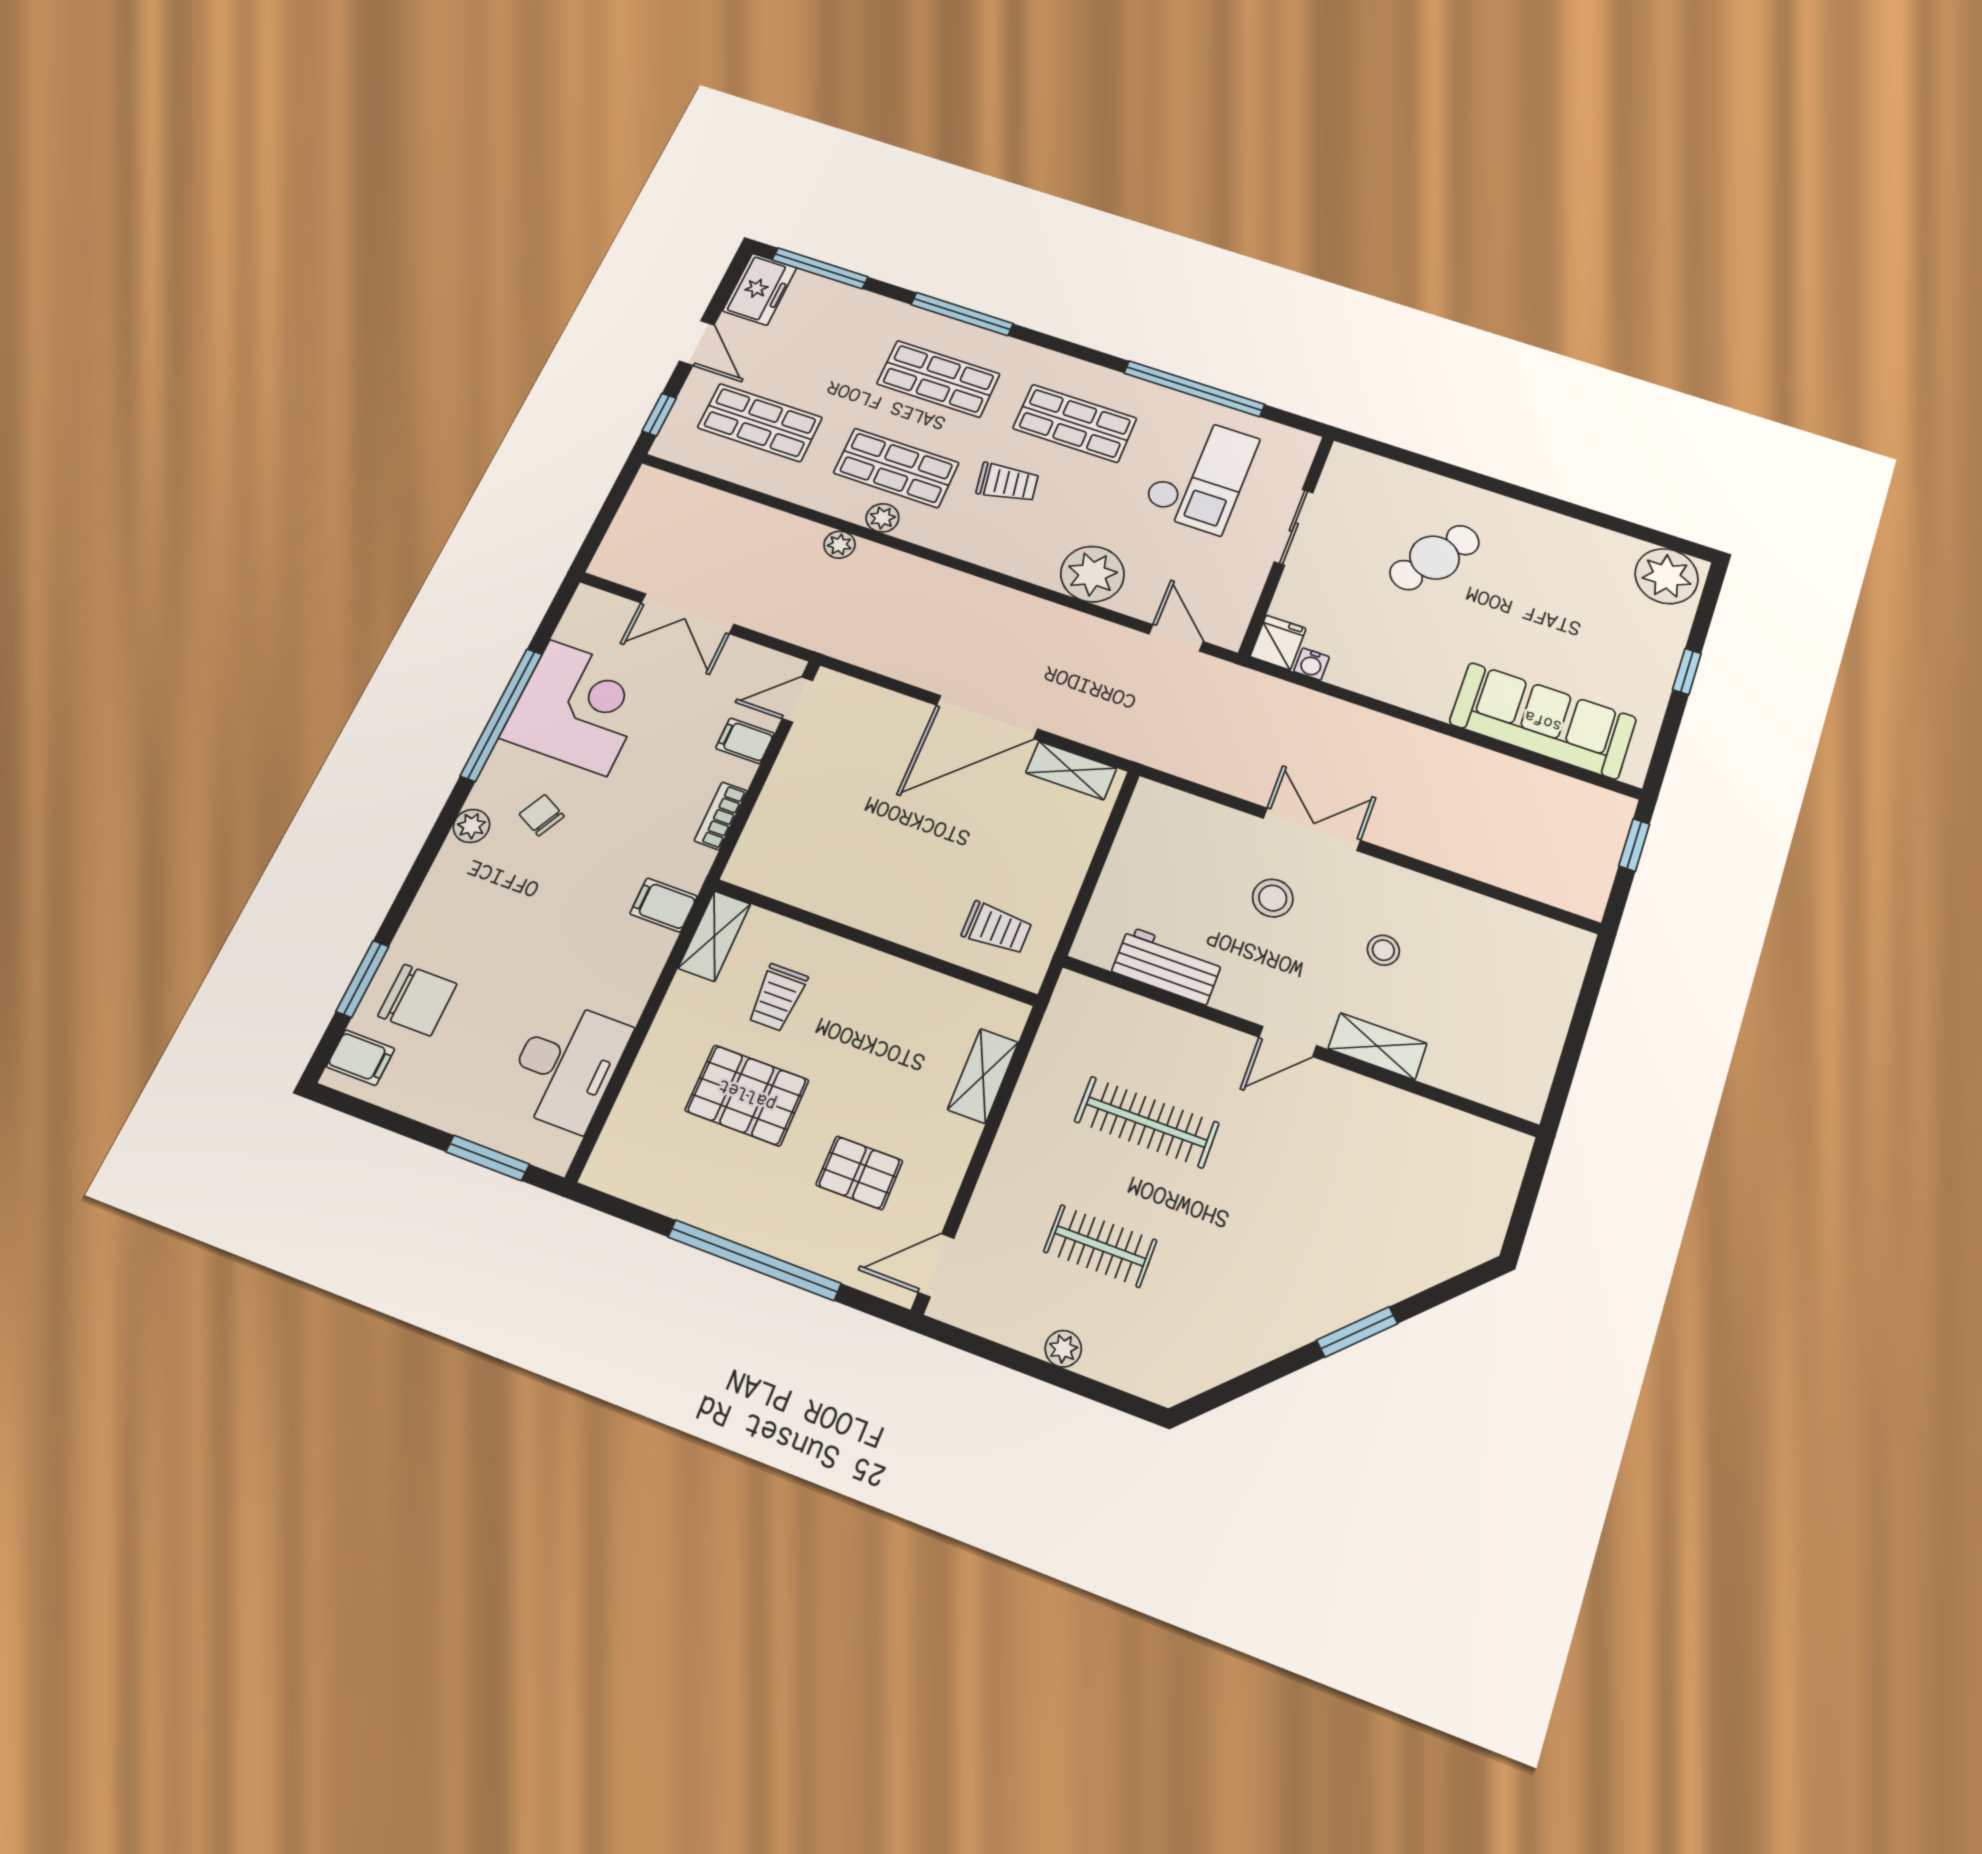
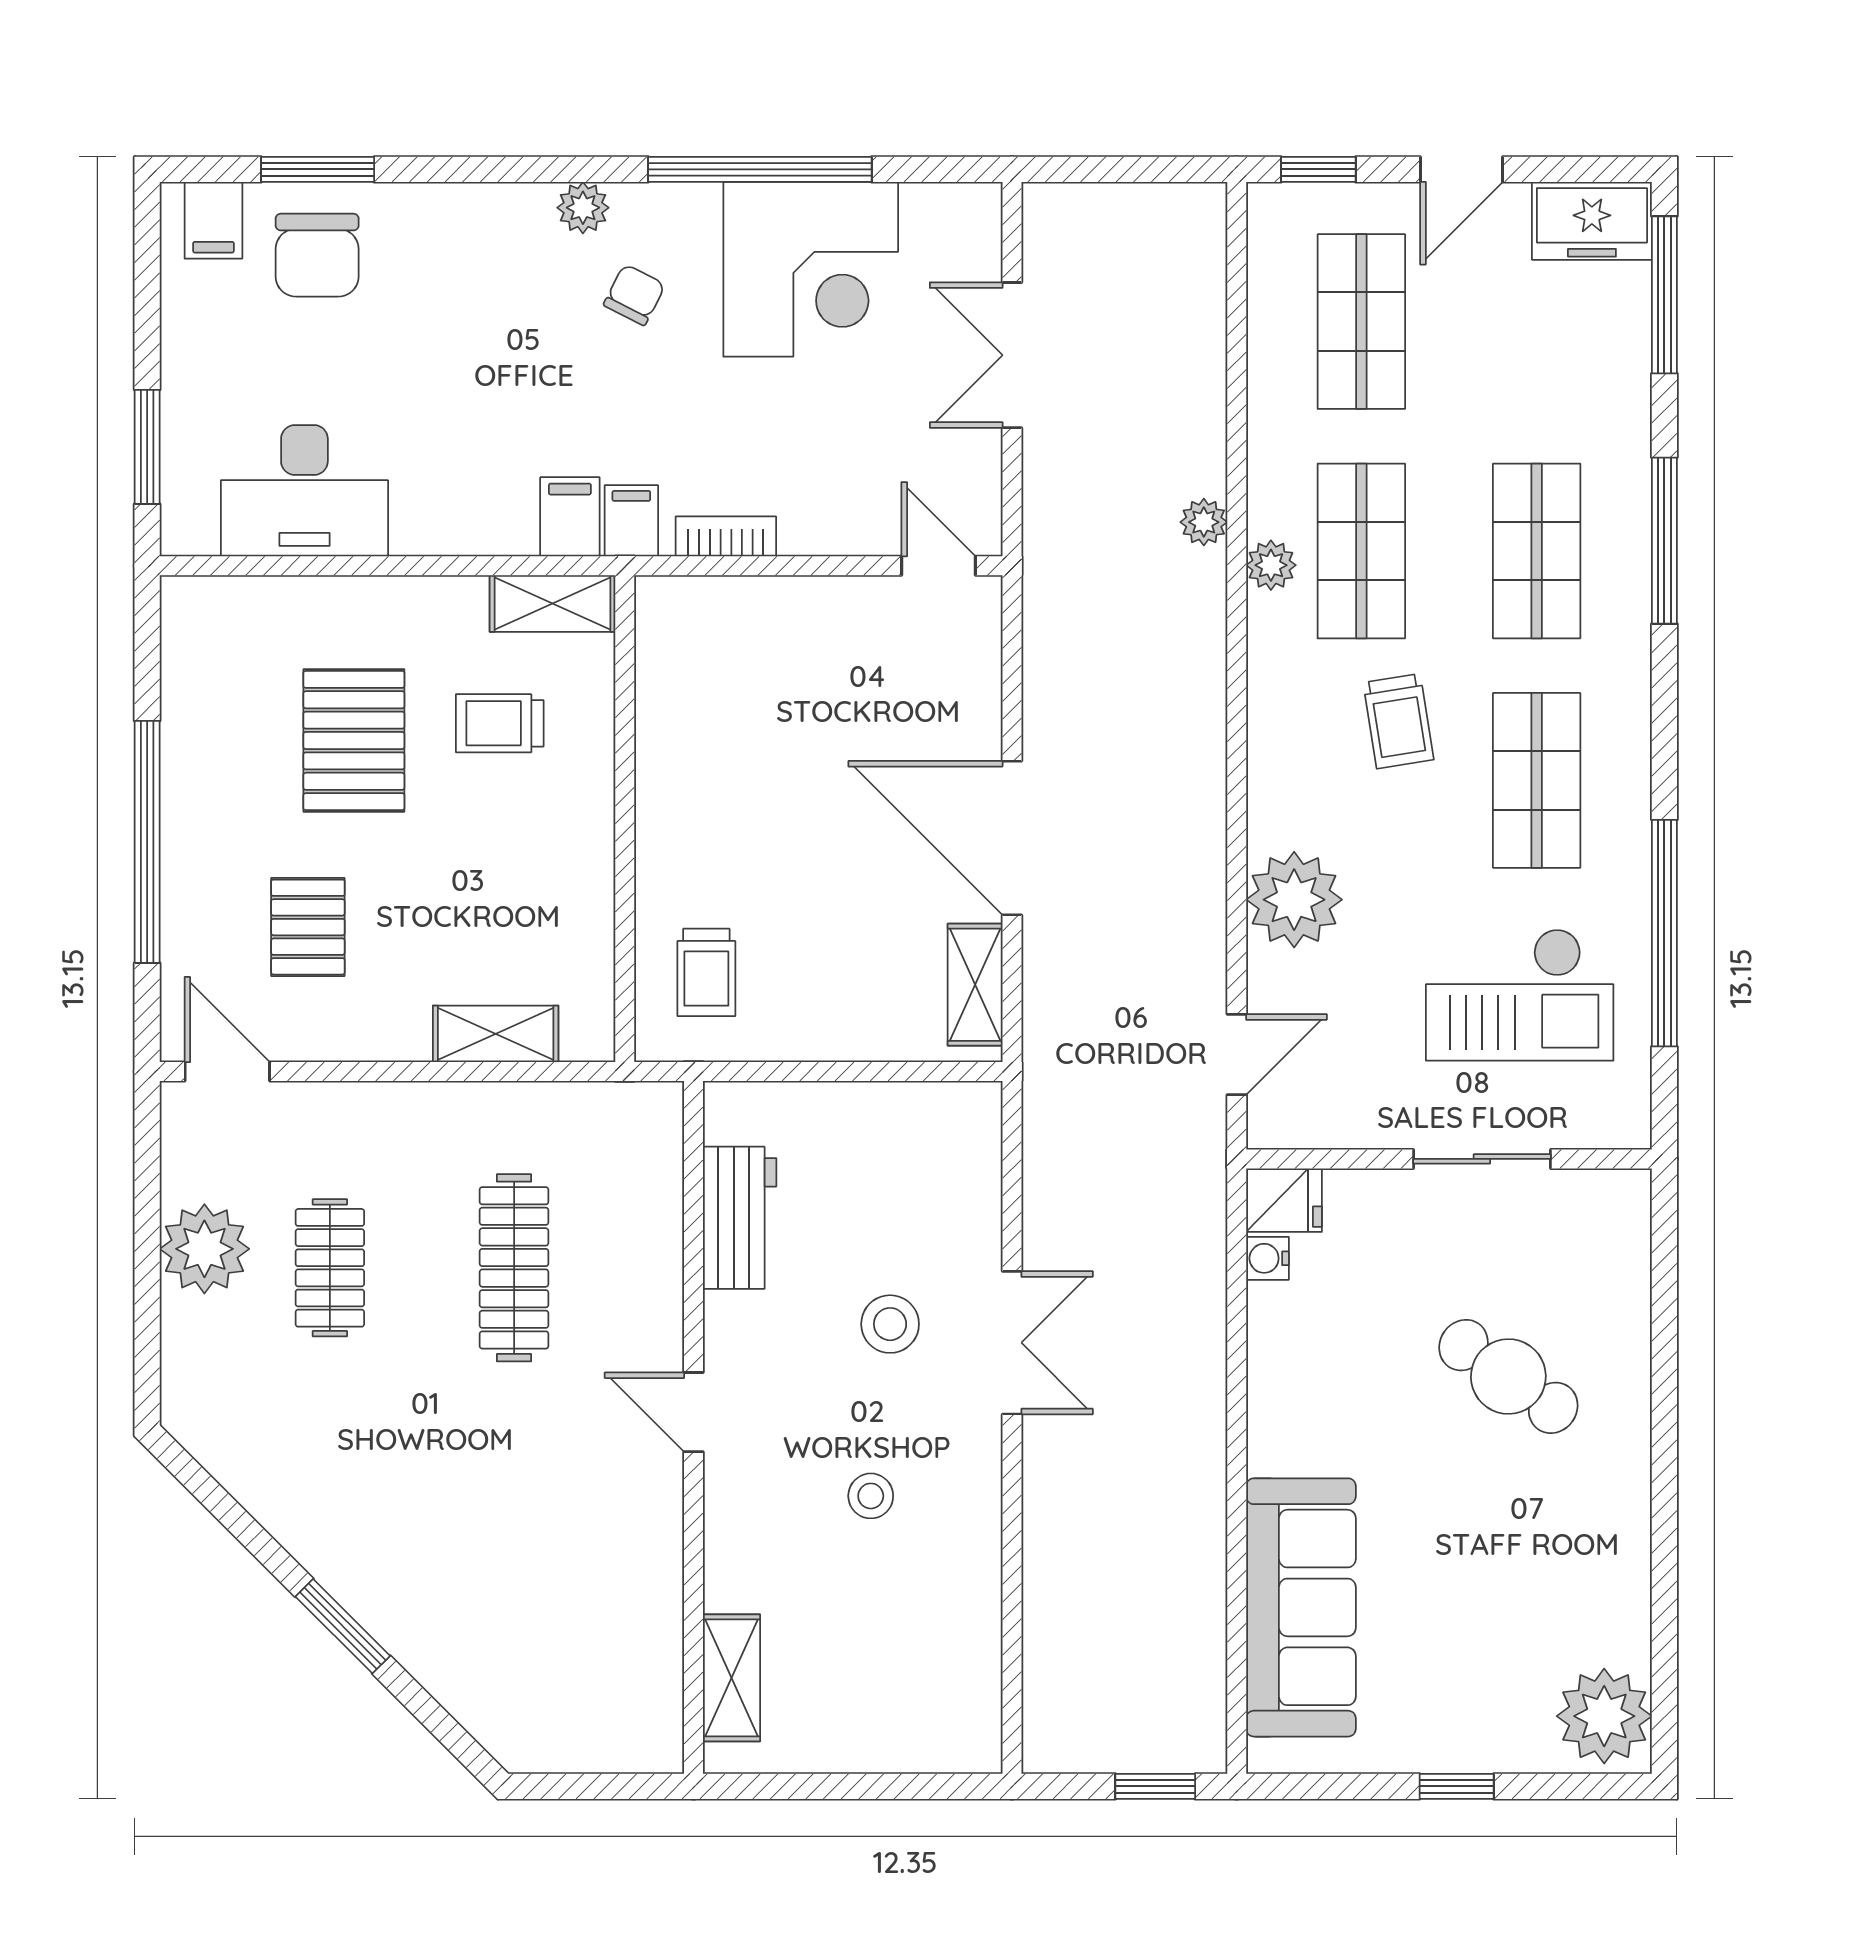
filing cabinet: (745, 741) -> (631, 521), moved
shelving: (1377, 1046) -> (731, 1678), moved
plant: (1063, 1349) -> (204, 1249), width x1.88, depth x1.88

